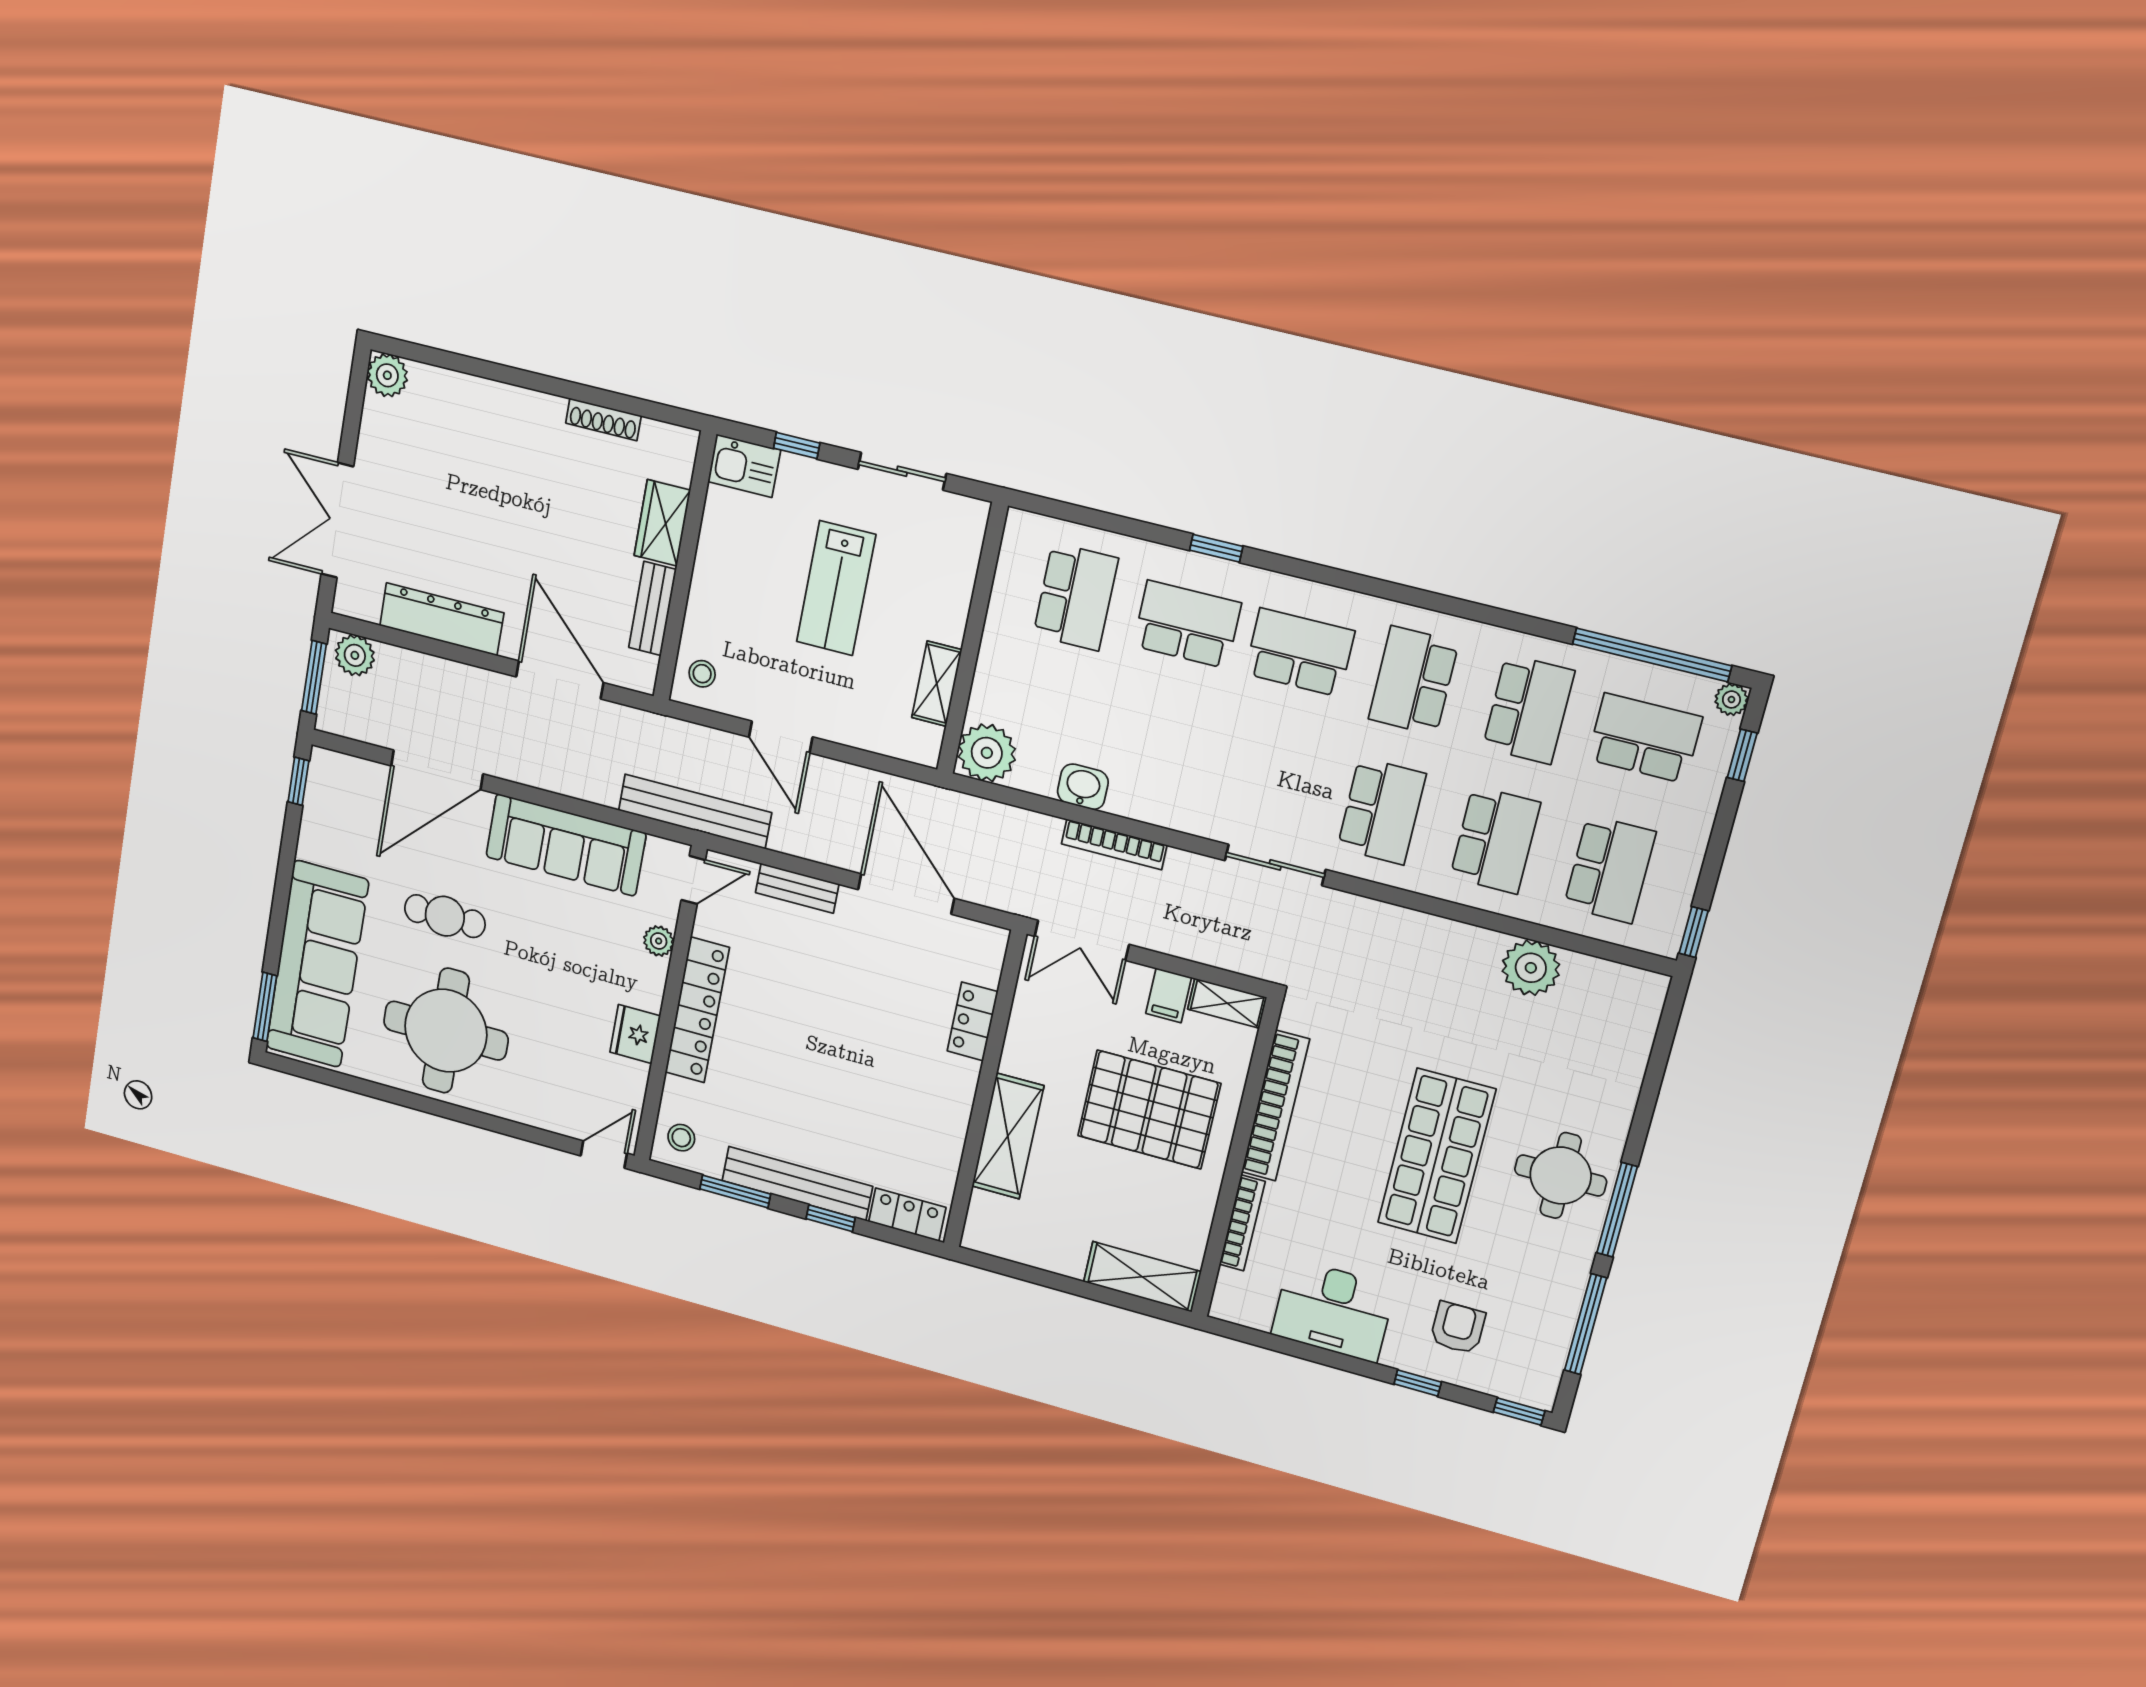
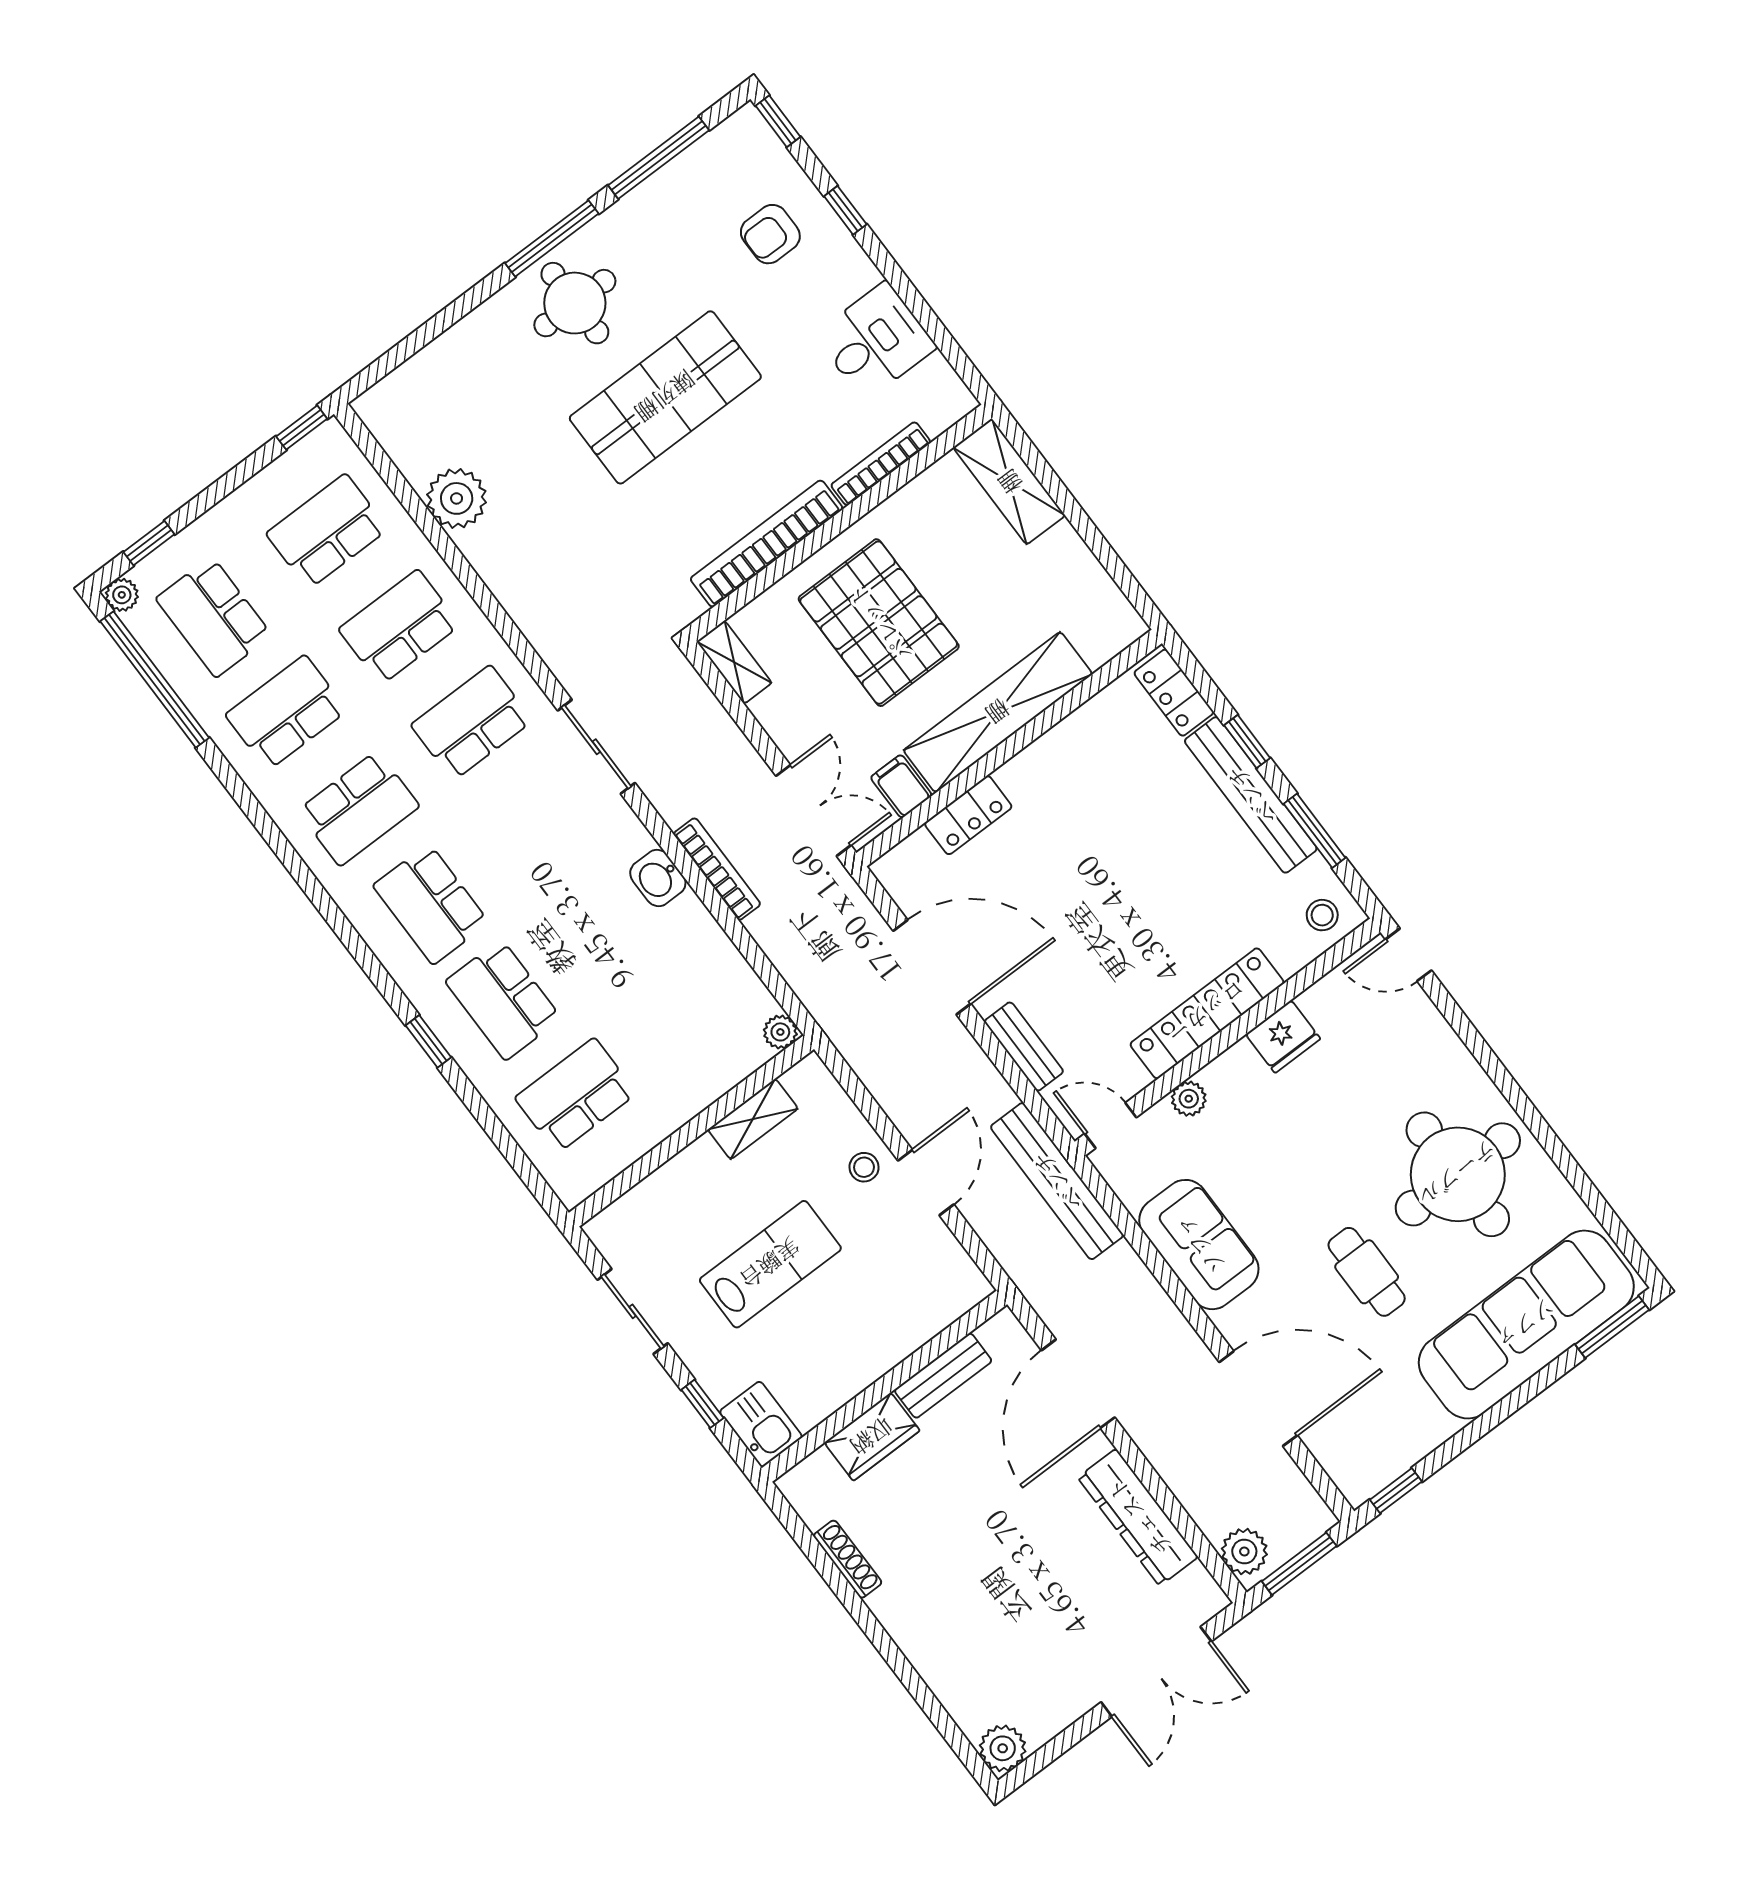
stool: (702, 674) -> (864, 1167), moved
plant: (987, 753) -> (780, 1032), width x0.53, depth x0.53
washbasin: (1083, 787) -> (658, 878), moved
sofa: (566, 845) -> (1199, 1245), width x0.73
door: (906, 894) -> (932, 967), swing flipped
filing cabinet: (1169, 995) -> (901, 786), moved, turned -90
shelving: (1008, 1136) -> (998, 712), width x1.47
desk: (1333, 1310) -> (875, 341), width x0.73

